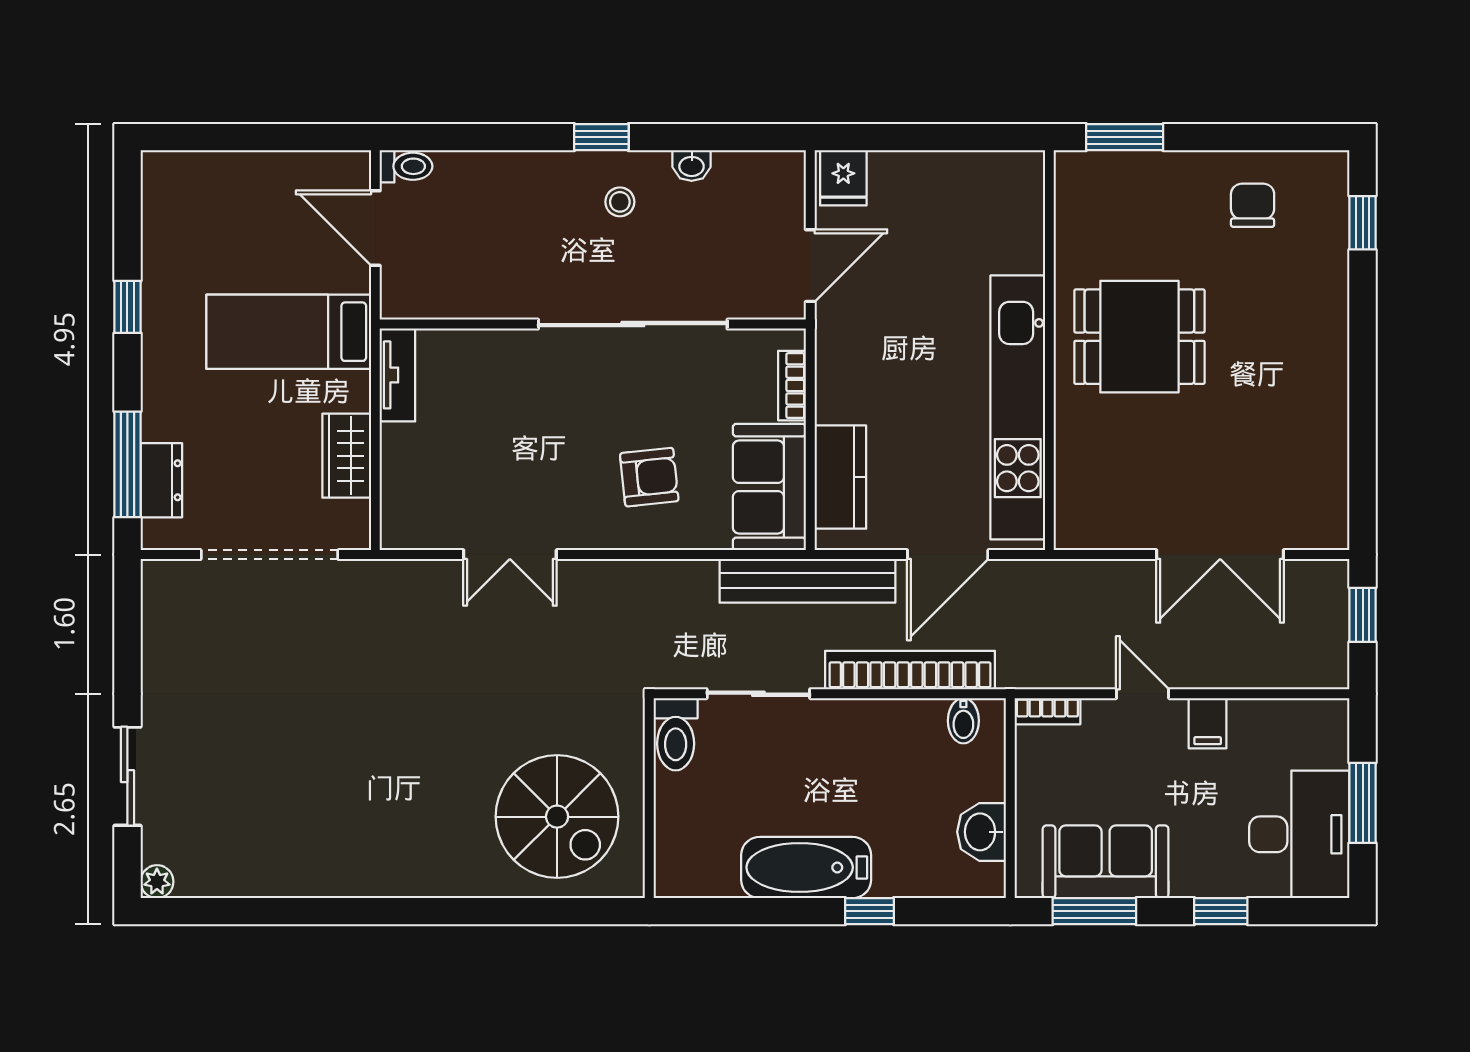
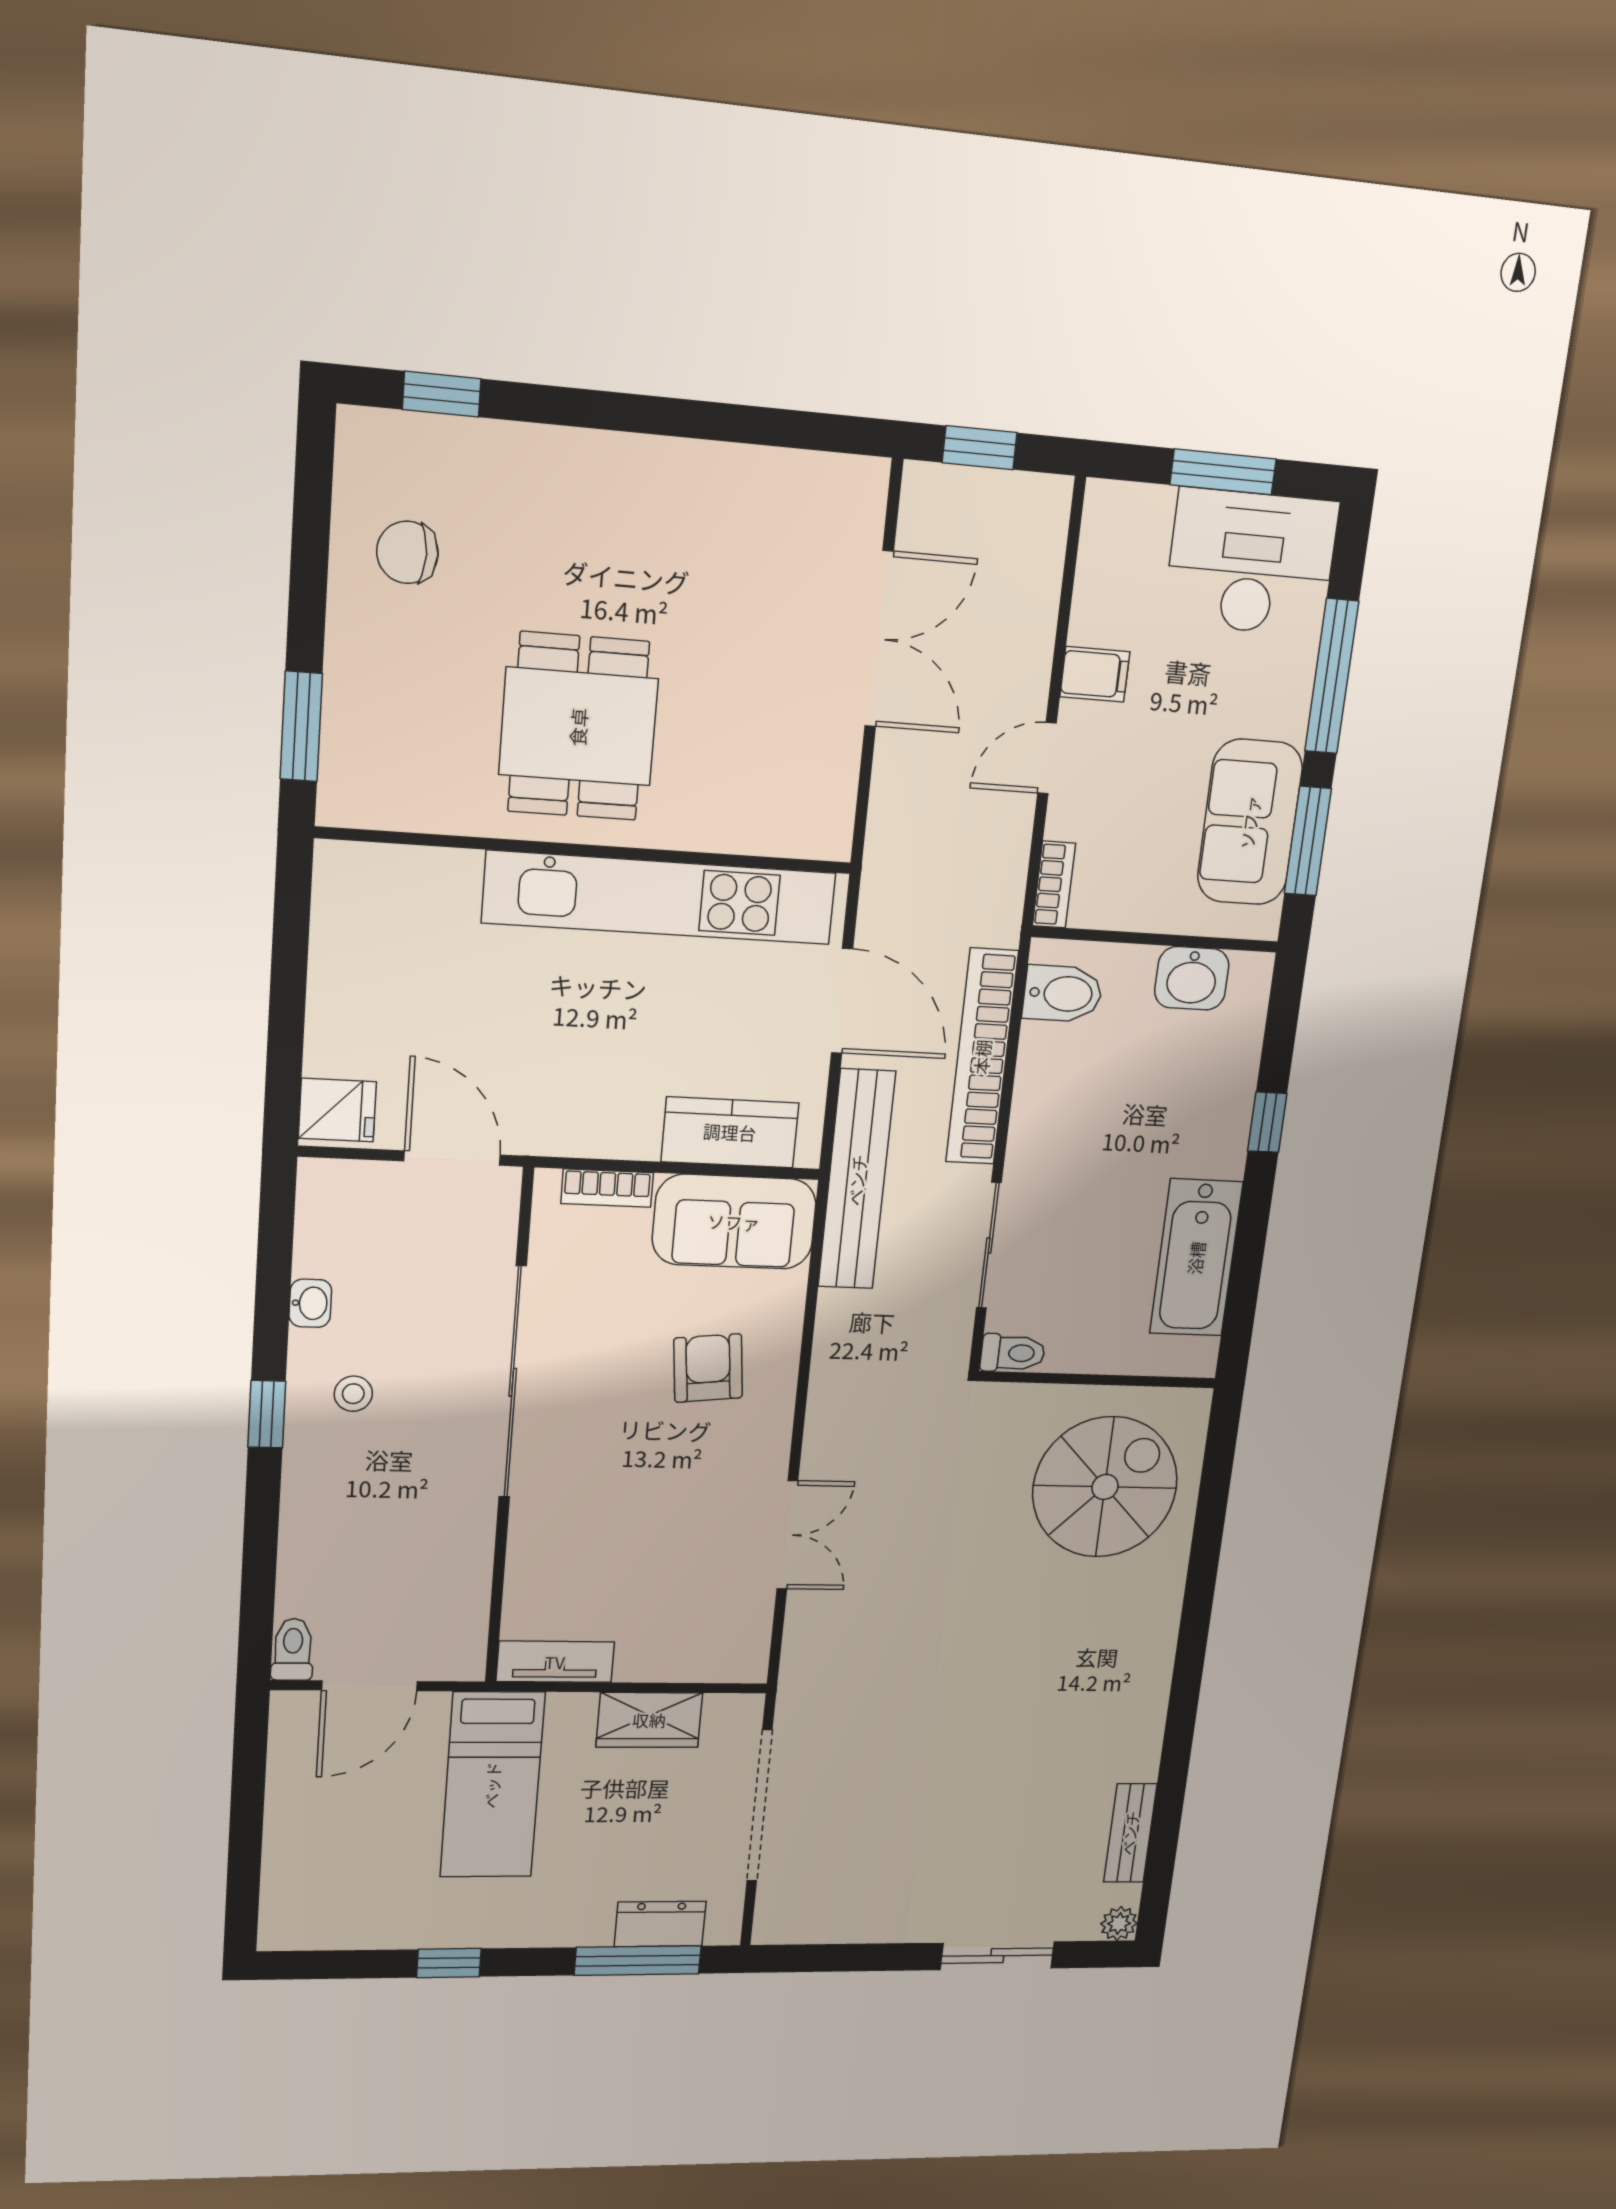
bidet: (963, 721) -> (1063, 994), width x1.38, depth x1.36
toilet: (676, 734) -> (1013, 1353), width x0.73, depth x0.72
bathtub: (806, 867) -> (1196, 1258), moved
bench: (243, 880) -> (1130, 1833), added
window: (1221, 911) -> (1332, 676), width x2.17

